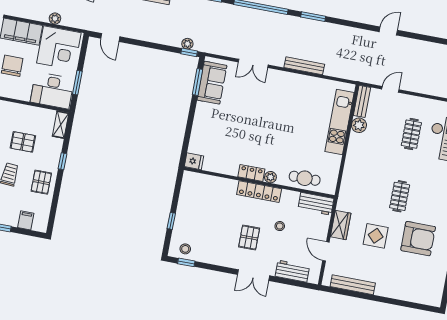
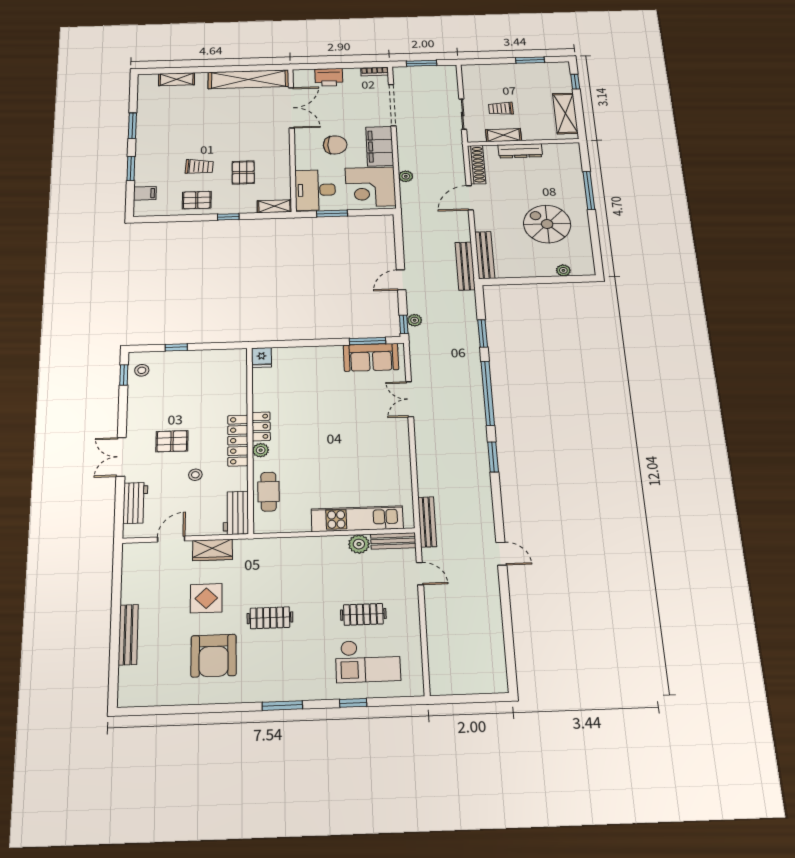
door: (110, 38) -> (401, 280), moved
bench: (304, 66) -> (427, 522), moved
bench: (353, 285) -> (128, 635), moved

